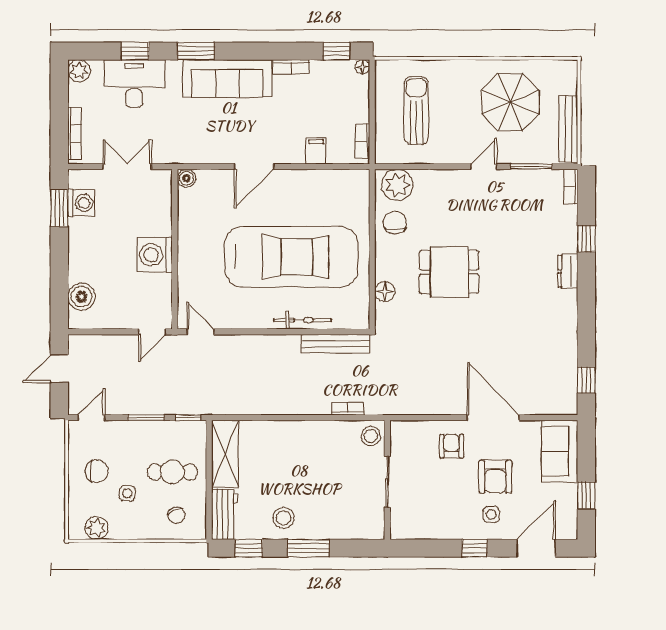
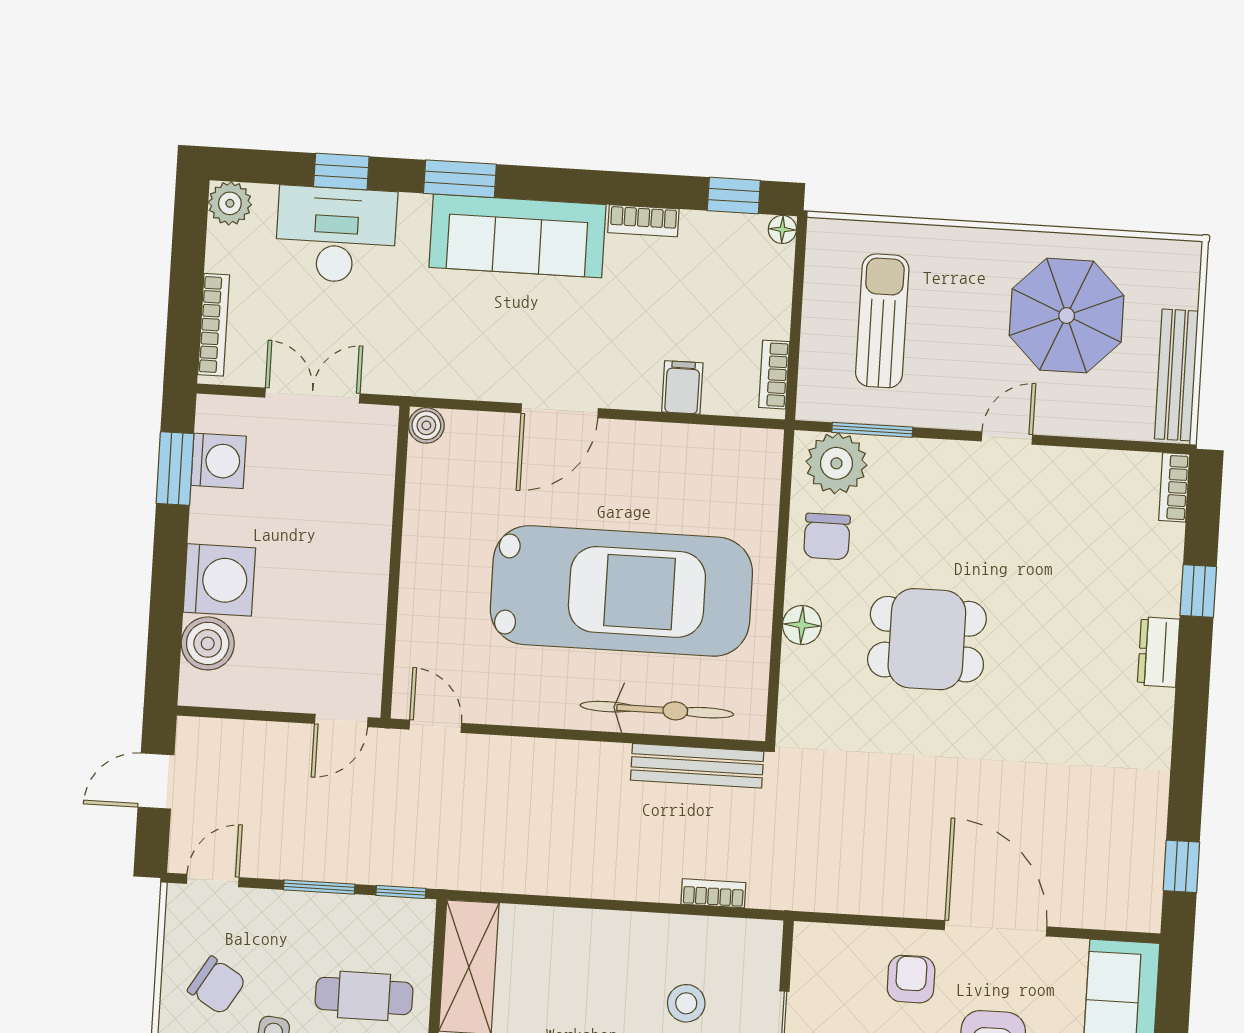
window: (531, 167) -> (872, 430), moved
chair: (395, 223) -> (827, 536), turned 180
washing machine: (155, 255) -> (219, 580), moved, turned 180
floor lamp: (385, 292) -> (802, 625), moved
bicycle: (303, 320) -> (657, 710), width x1.37, depth x1.40
stool: (371, 436) -> (686, 1003), moved
chair: (97, 471) -> (217, 985), turned 31

